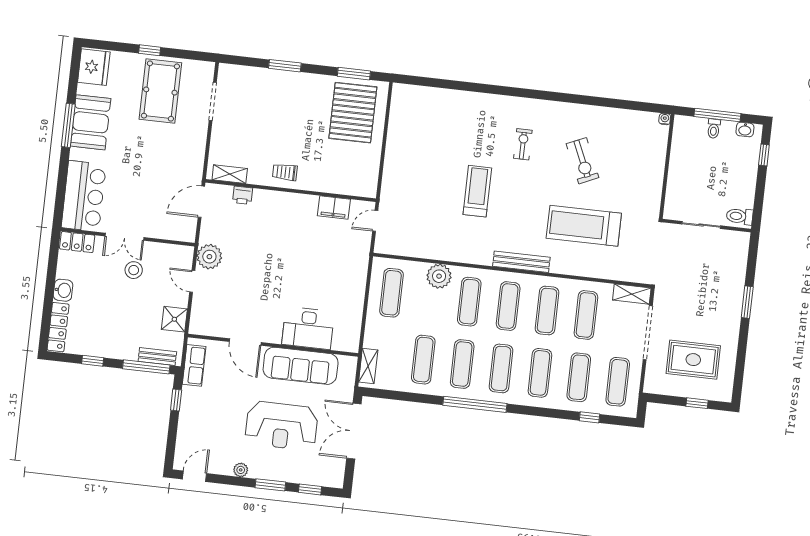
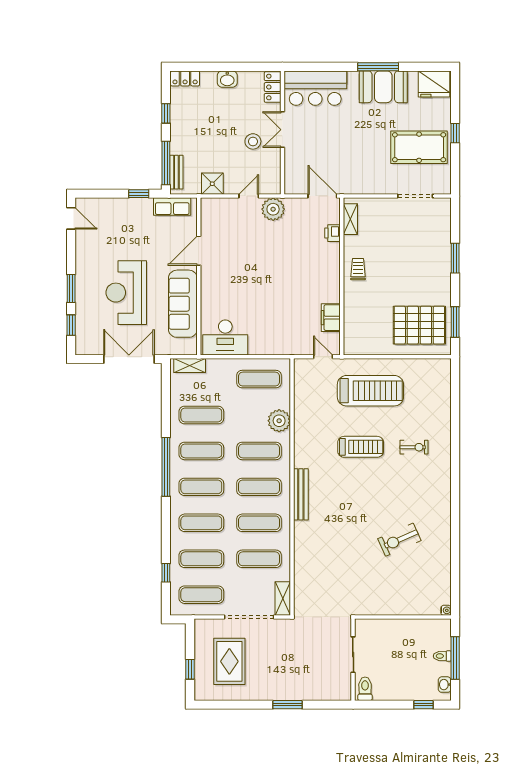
exercise bike: (523, 144) -> (414, 447), moved
treadmill: (584, 226) -> (370, 391), moved, turned 90
locker: (58, 327) -> (185, 78), width x0.66
desk: (308, 328) -> (225, 338), moved, turned -90
plant: (241, 470) -> (82, 260), removed

